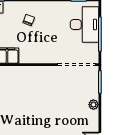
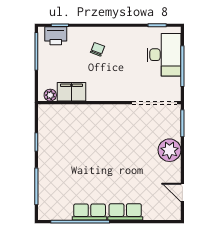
plant: (93, 105) -> (169, 150), width x1.87, depth x1.87

